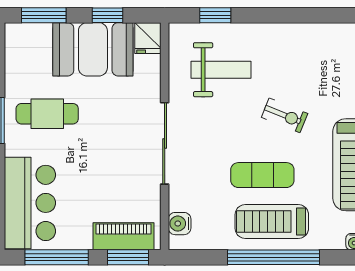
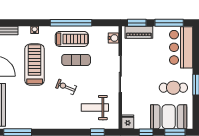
booth: (93, 49) -> (169, 117), moved

